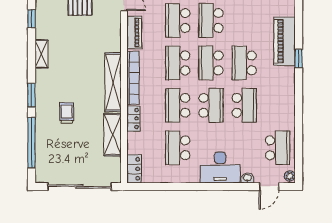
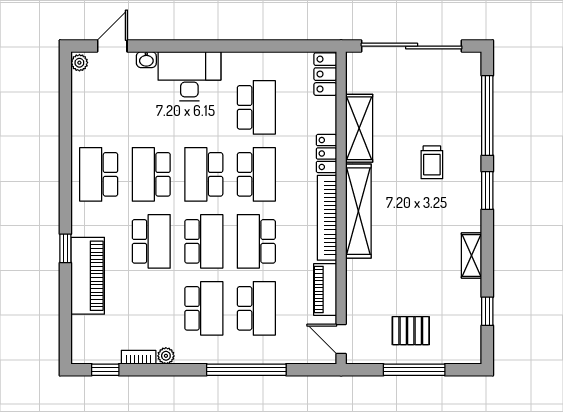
school desk: (178, 63) -> (256, 241), turned 180
school desk: (278, 148) -> (99, 174), moved

